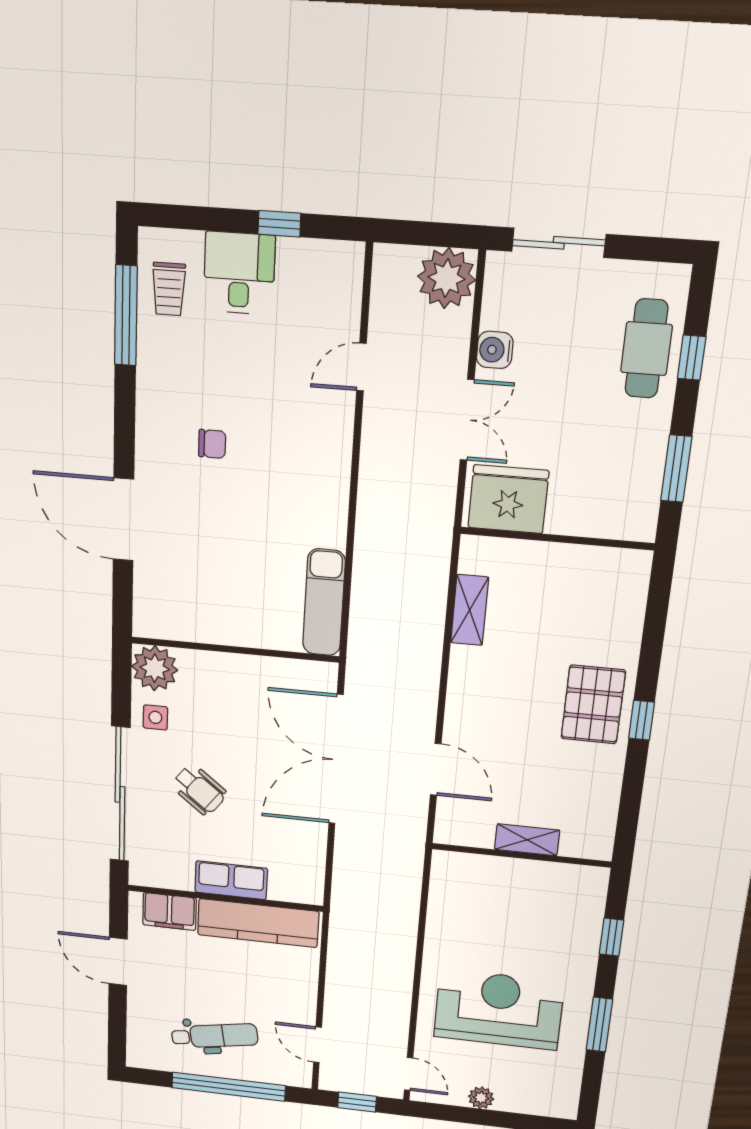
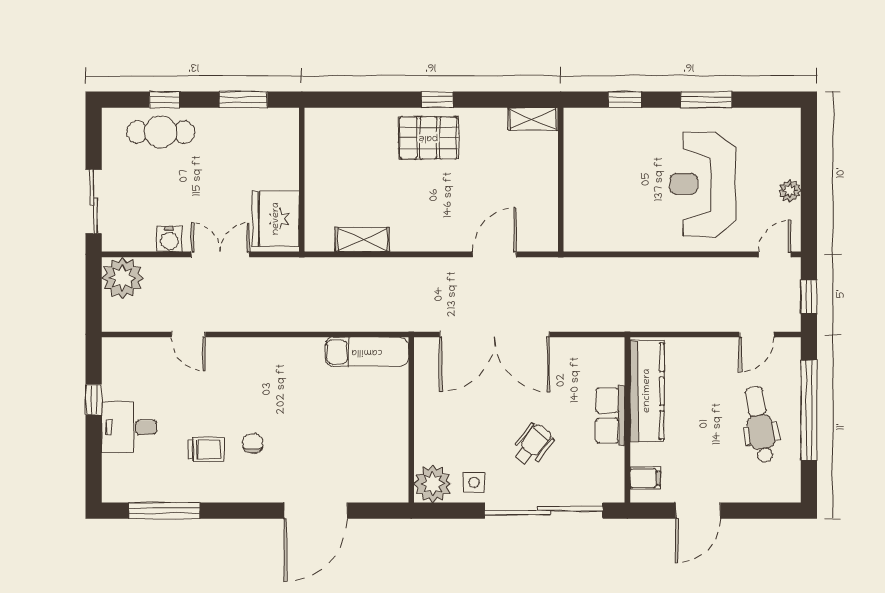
trolley: (169, 289) -> (206, 449), moved
shelving: (527, 840) -> (533, 119), moved, turned 90
filing cabinet: (169, 911) -> (645, 478), width x0.50

